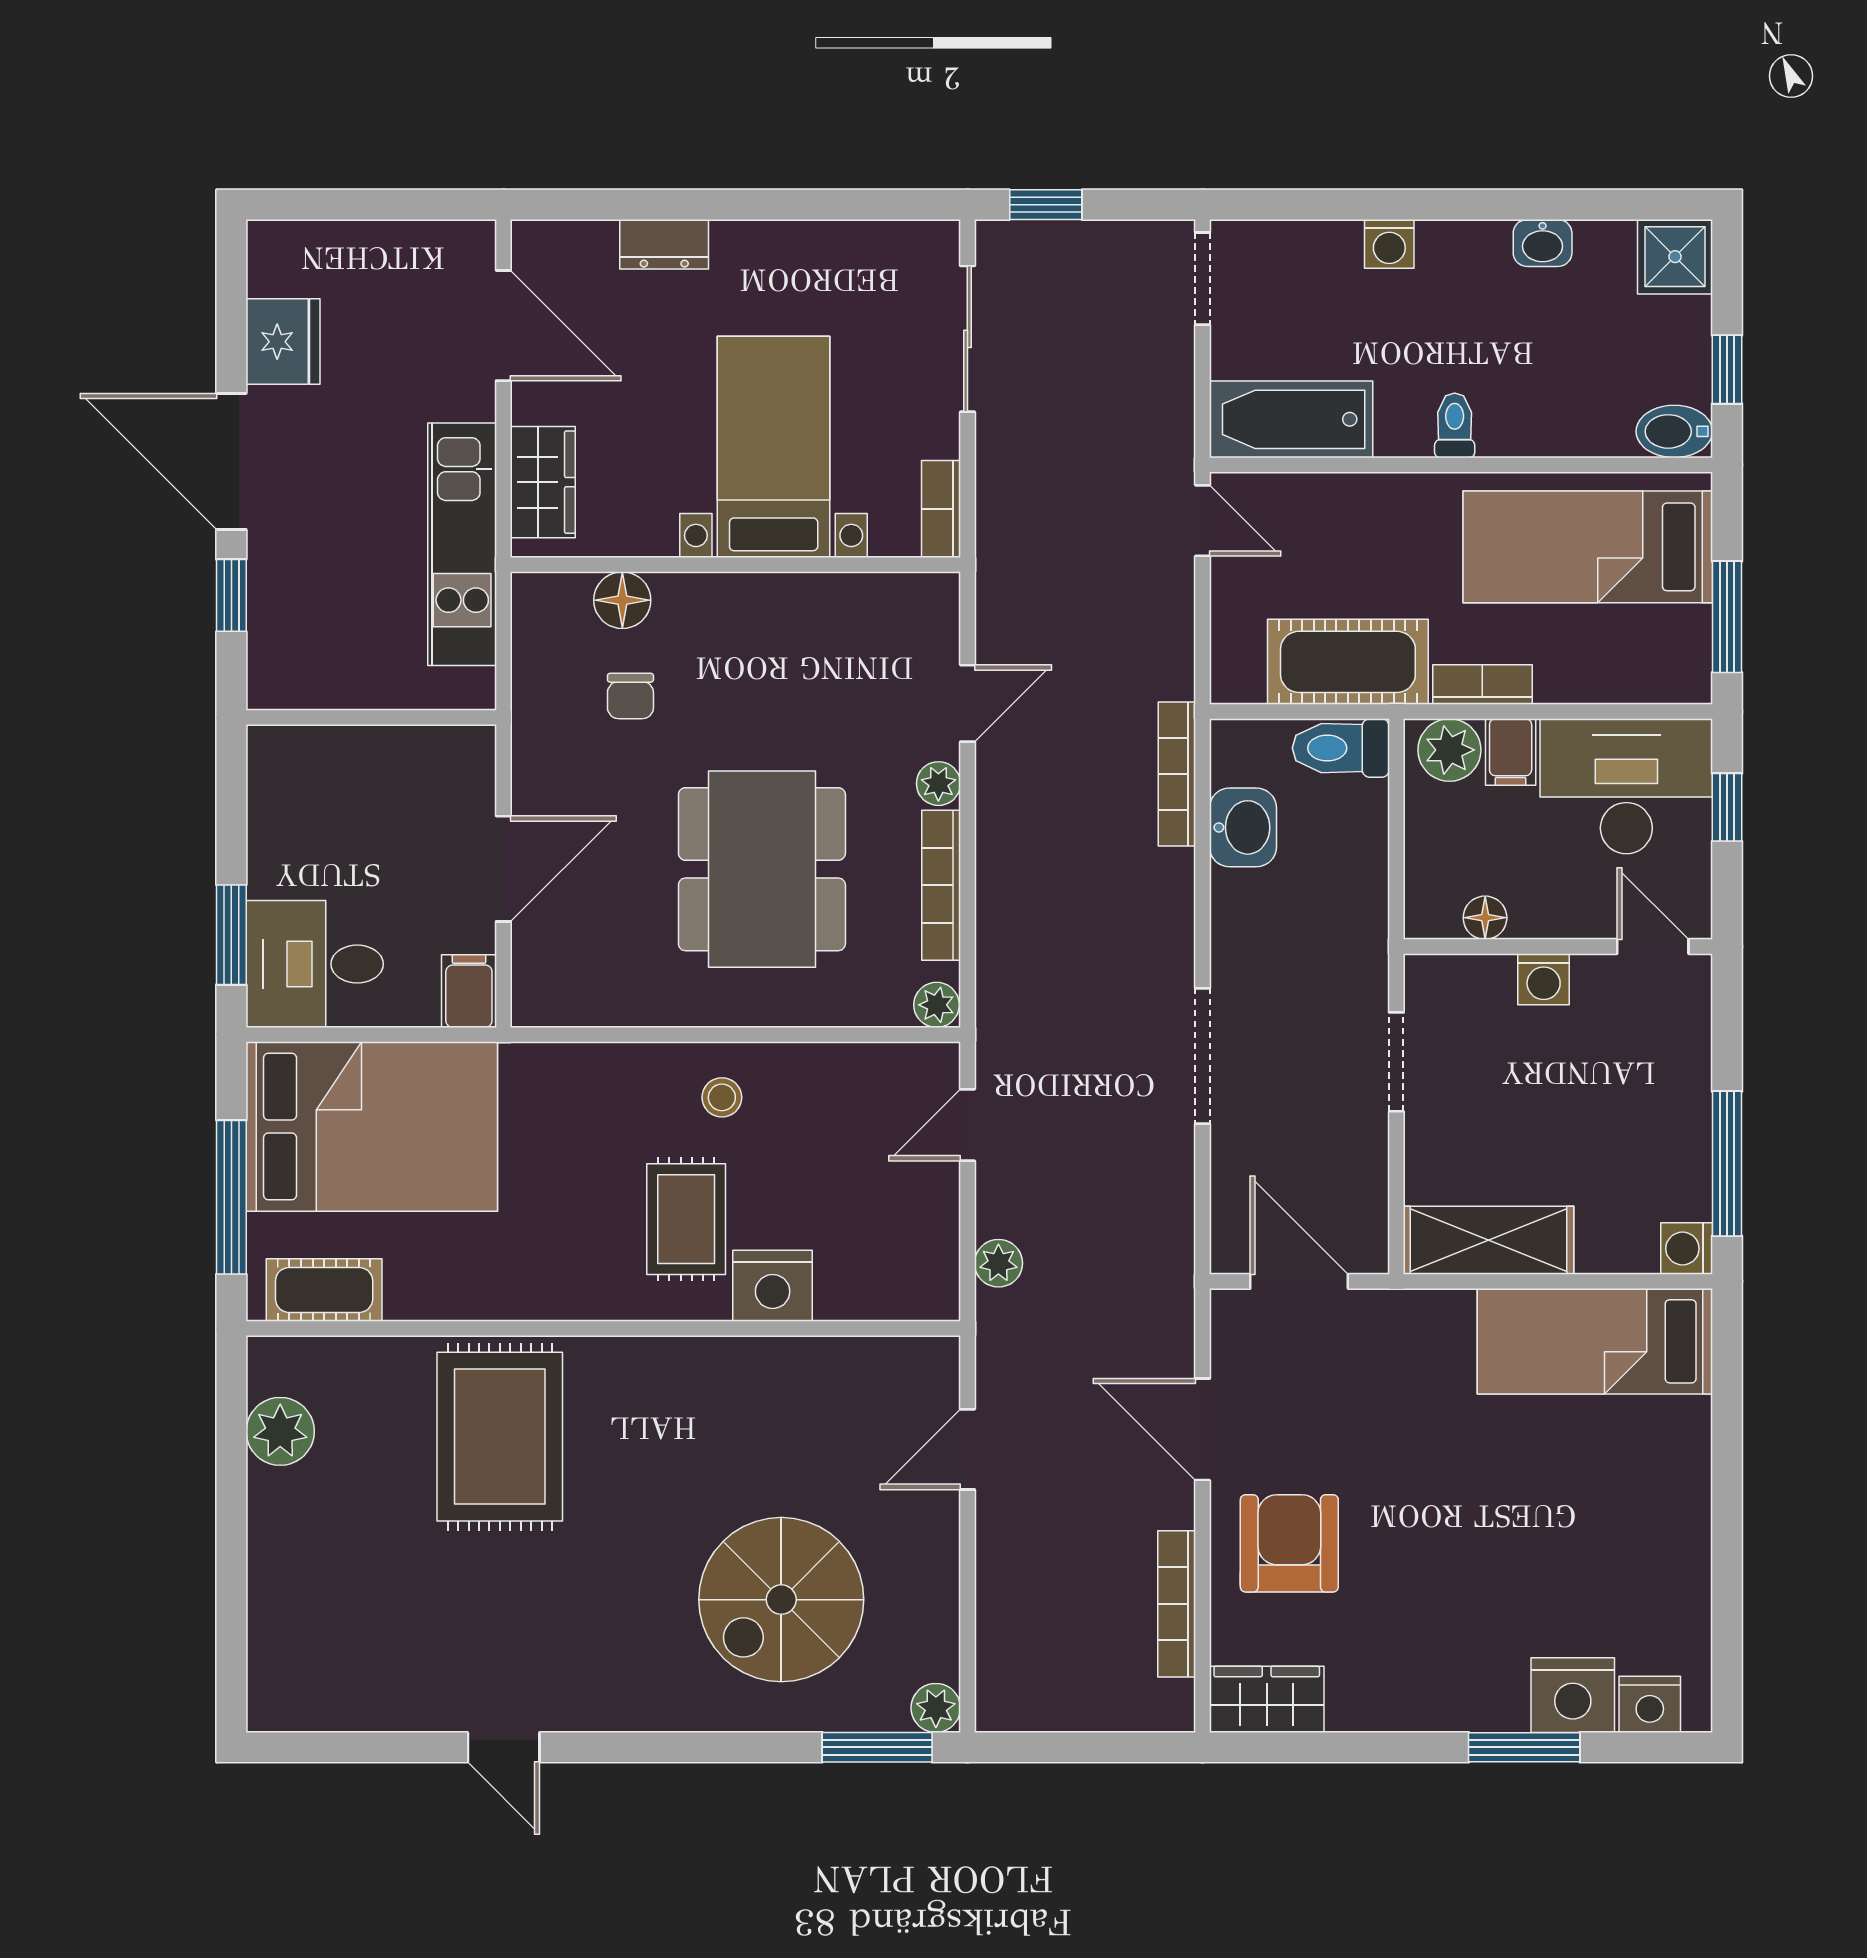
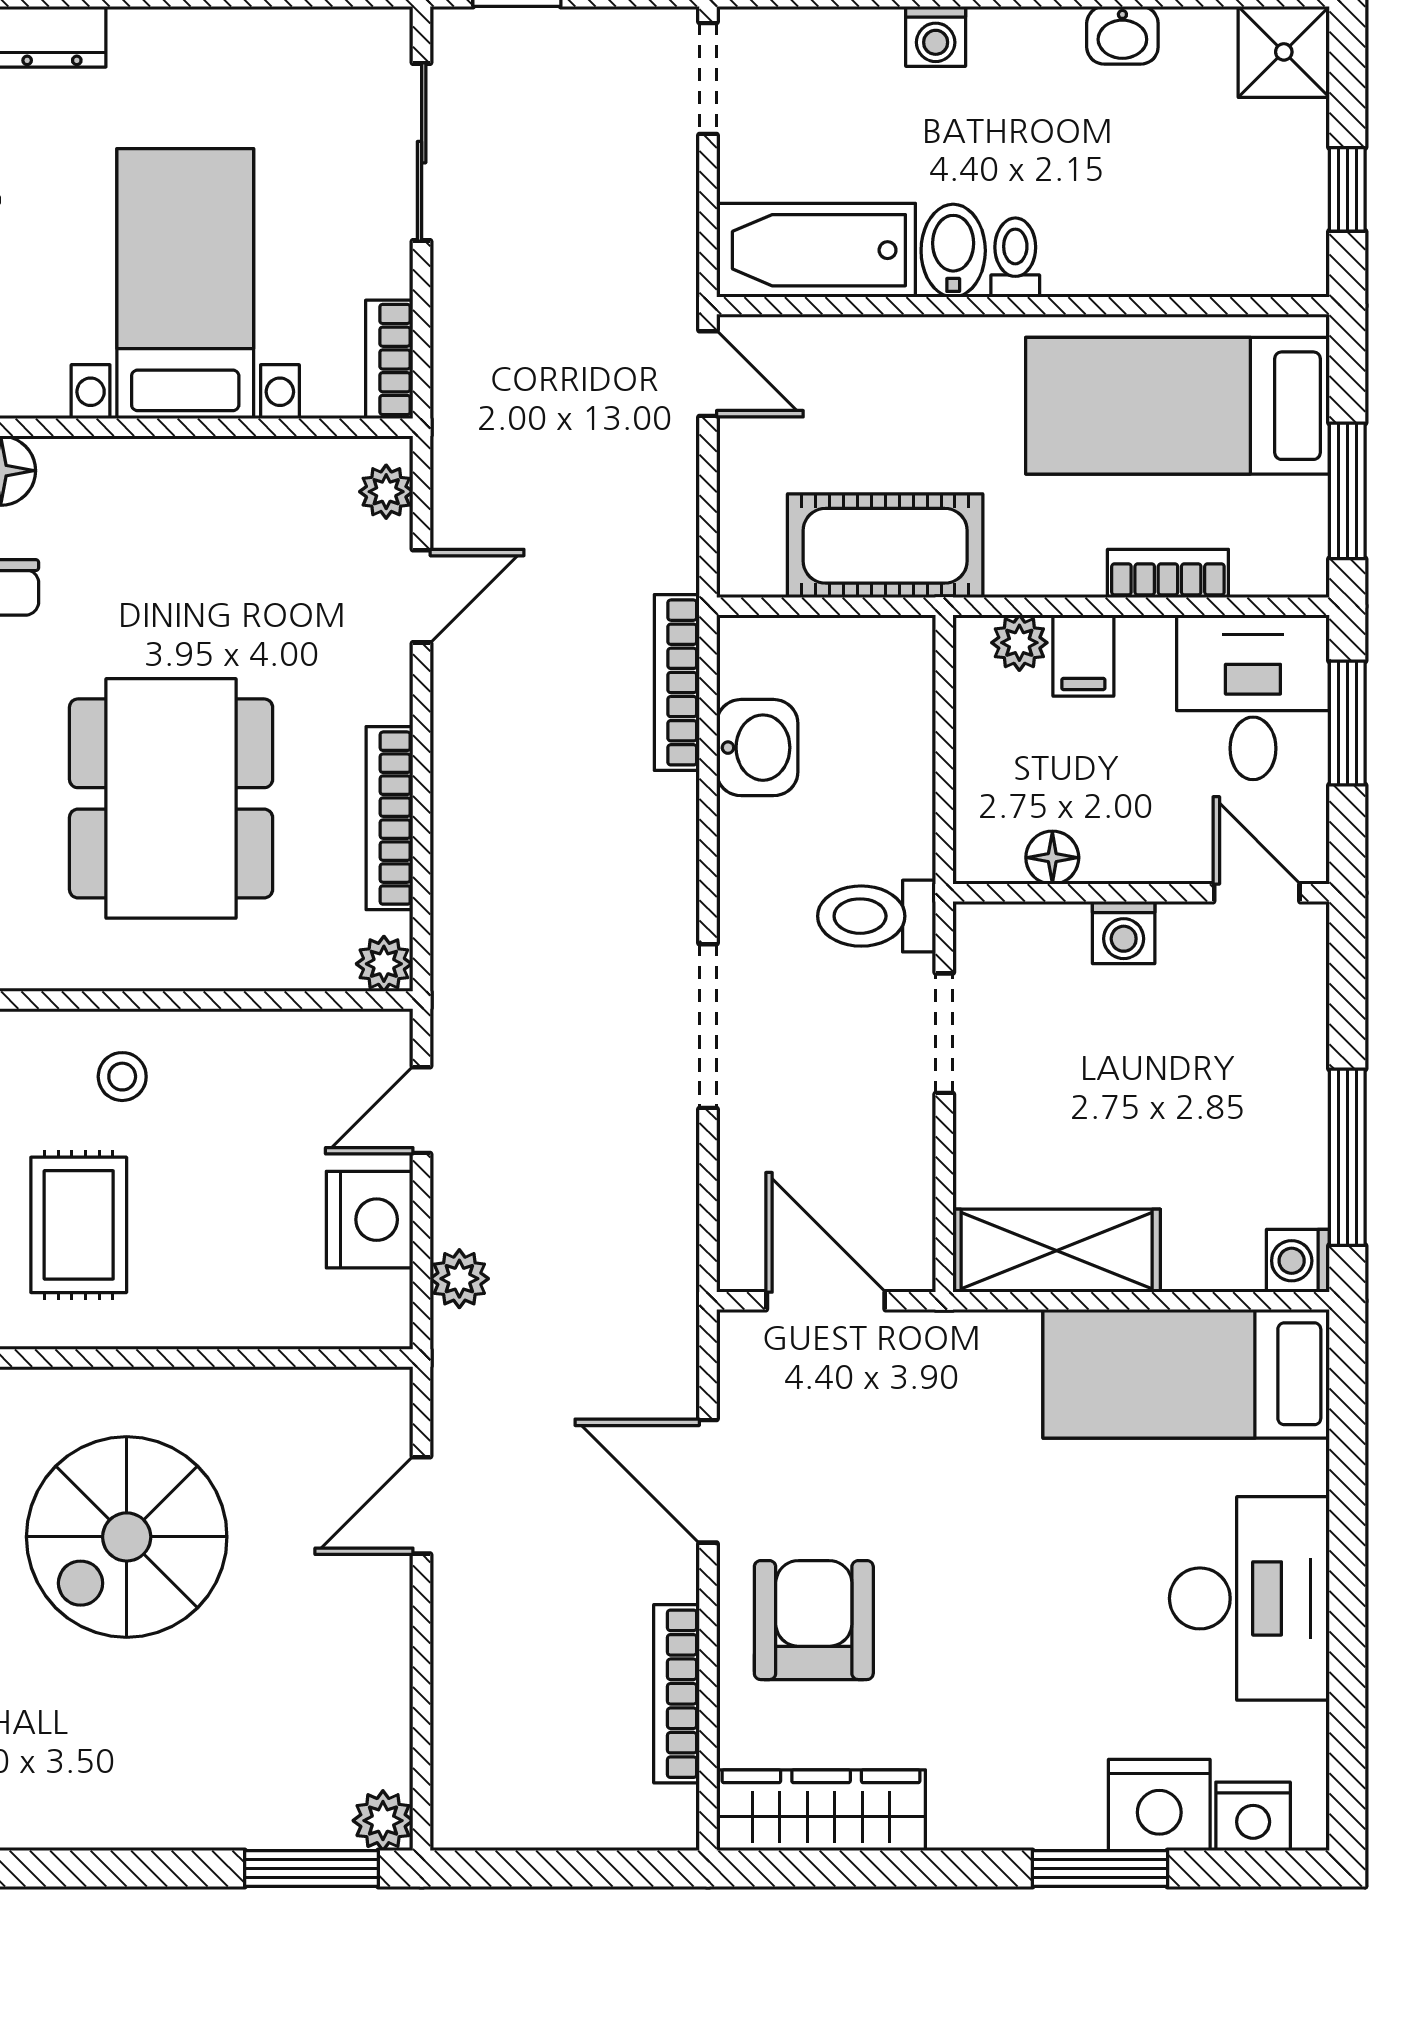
bidet: (1674, 431) -> (953, 251), moved, turned 90
bookcase: (1482, 685) -> (1168, 574), moved
toilet: (1341, 748) -> (877, 916), moved
plant: (1449, 750) -> (1019, 643), width x0.73, depth x0.73
plant: (938, 784) -> (386, 492), moved
desk: (1626, 786) -> (1253, 697), width x0.73
window: (1727, 807) -> (1347, 723), width x1.50
nightstand: (773, 1286) -> (370, 1220), moved, turned -90
desk: (1647, 1526) -> (1249, 1598), added
spiral stairs: (781, 1600) -> (127, 1537), moved
wardrobe: (1267, 1699) -> (821, 1810), width x1.50

